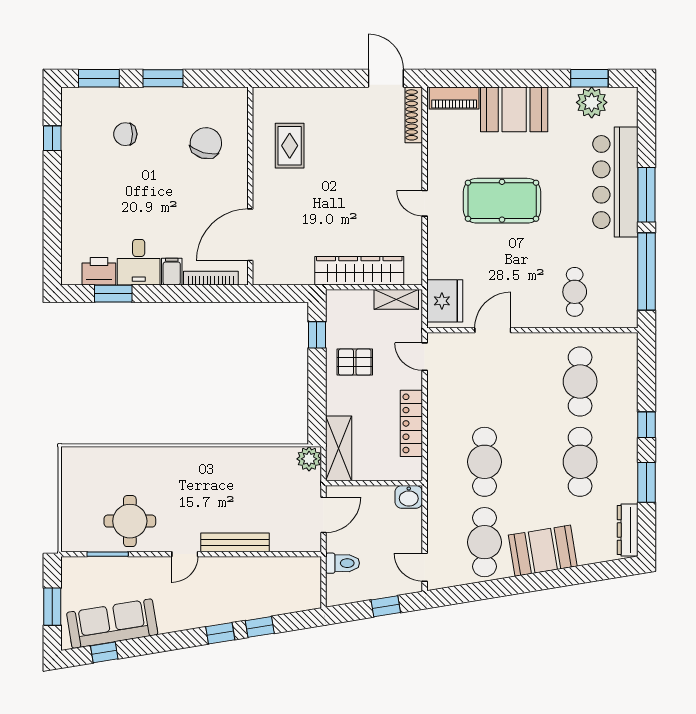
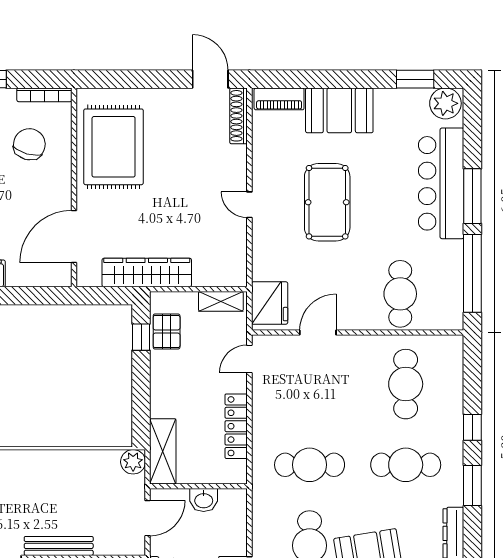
plant: (592, 102) -> (445, 103), moved
rug: (290, 146) -> (114, 147), width x1.86, depth x2.06
pool table: (502, 201) -> (327, 202), turned 90
wardrobe: (359, 271) -> (147, 273), moved
bookcase: (211, 278) -> (44, 95), moved, turned 180
cafe table: (575, 292) -> (400, 294), width x1.37, depth x1.35
door: (425, 357) -> (249, 359), hinge flipped
pallet: (355, 362) -> (167, 332), moved, turned 90
cafe table: (484, 462) -> (310, 465), turned 90
cafe table: (580, 462) -> (406, 465), turned 90
washbasin: (409, 497) -> (204, 500), moved

